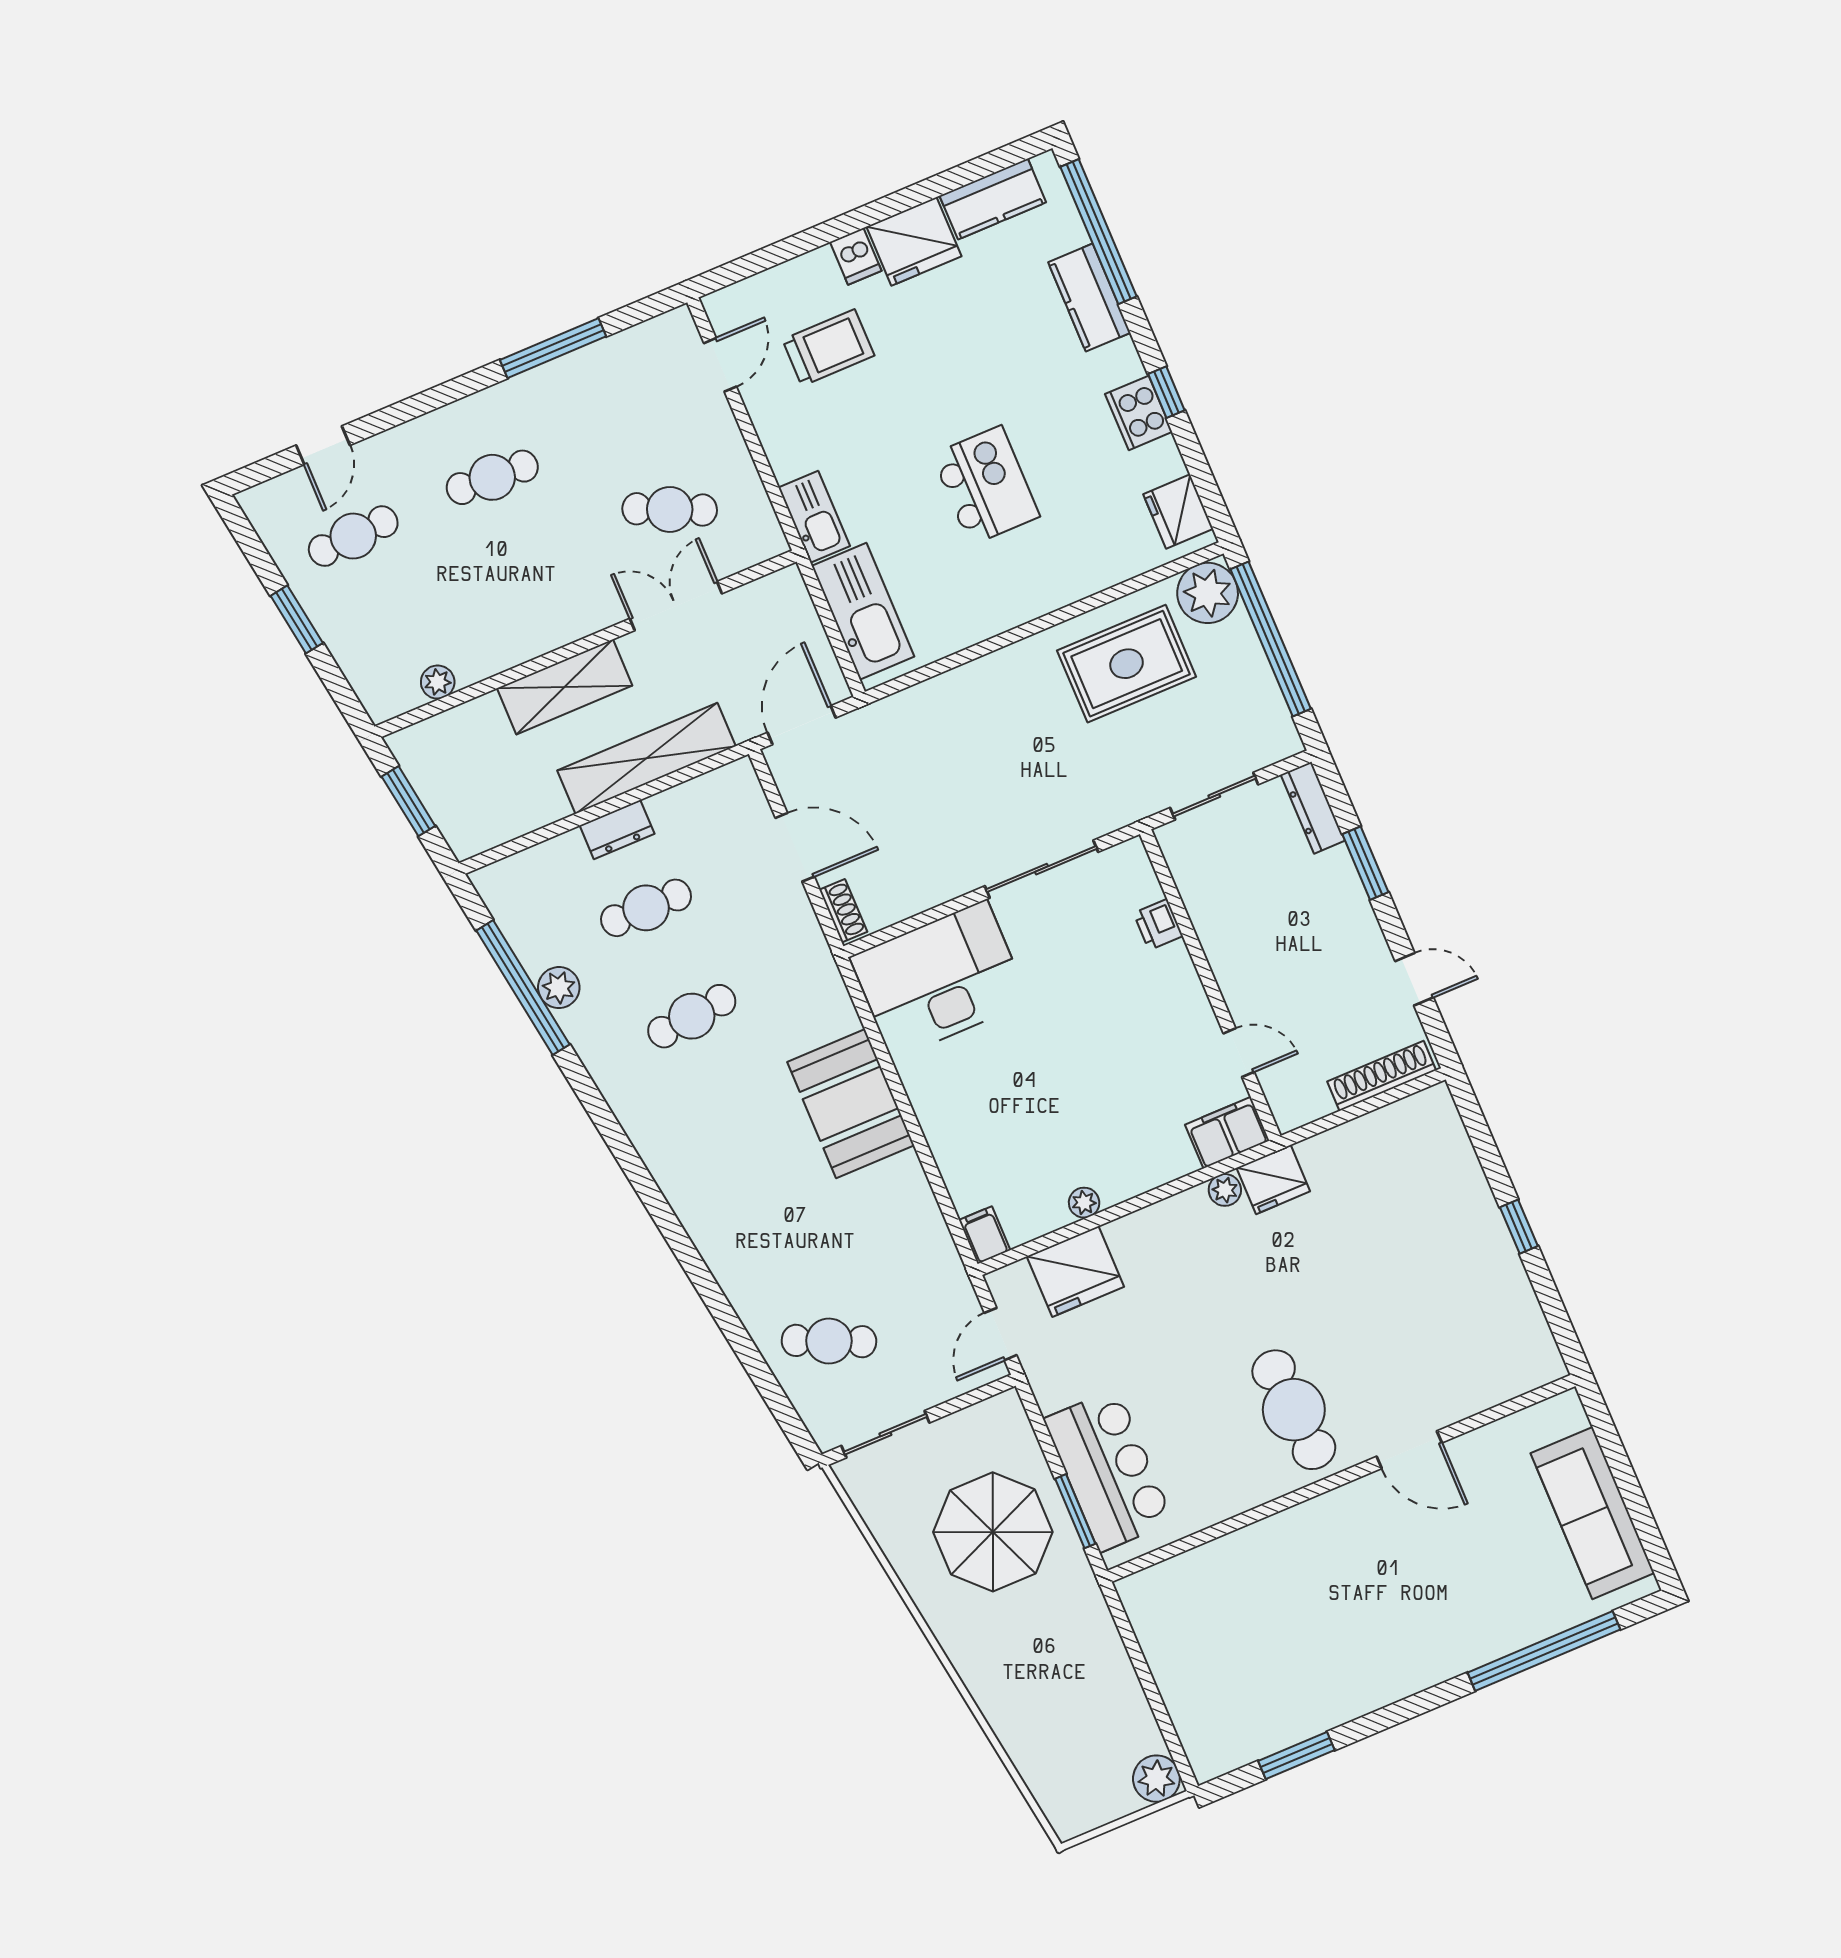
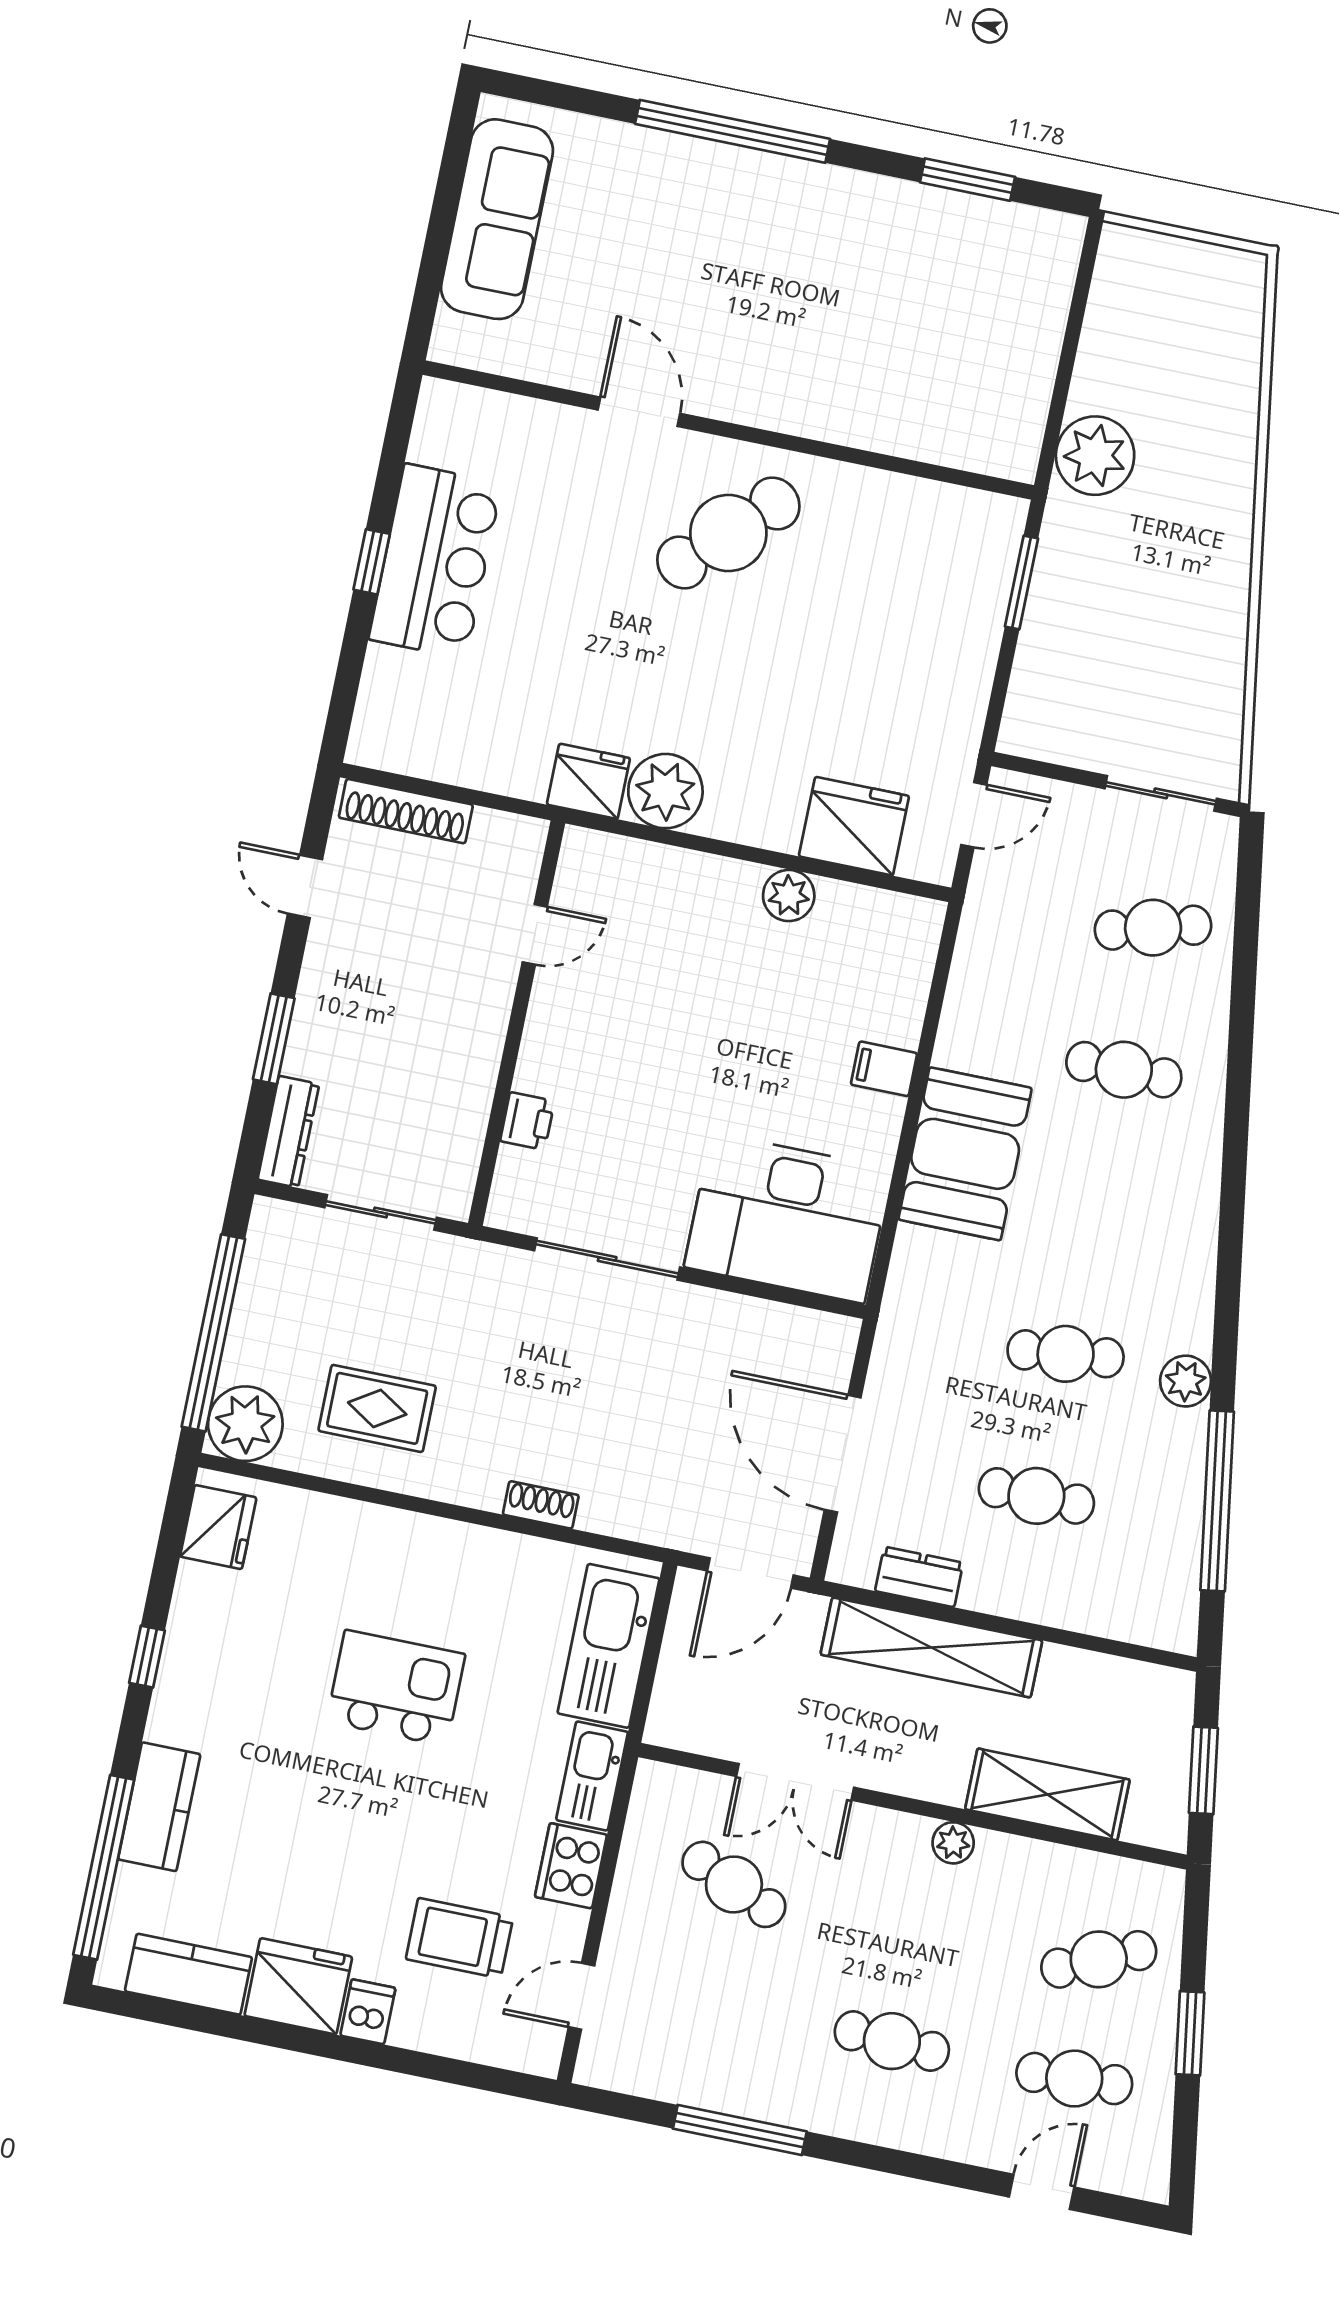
cooker: (1139, 413) -> (571, 1866), moved, turned 180
kitchen island: (986, 486) -> (396, 1688), turned 90
cafe table: (392, 627) -> (1099, 1959), added
rug: (1127, 664) -> (377, 1408), width x0.73, depth x0.70
plant: (438, 682) -> (953, 1843), moved
shelving: (565, 687) -> (1047, 1794), moved
dresser: (617, 830) -> (919, 1577), moved
door: (795, 847) -> (843, 1454), width x1.36
shoe rack: (843, 911) -> (541, 1505), moved, turned 90
plant: (559, 988) -> (1186, 1381), moved
door: (1239, 1053) -> (535, 934), swing flipped
filing cabinet: (1227, 1133) -> (602, 861), removed
plant: (1225, 1190) -> (665, 791), width x1.88, depth x1.88
plant: (1084, 1203) -> (789, 896), width x1.38, depth x1.38
cafe table: (783, 1233) -> (1124, 1070), added
filing cabinet: (985, 1235) -> (884, 1069), moved, turned 90
cafe table: (829, 1341) -> (1153, 928), turned -39
cafe table: (1294, 1410) -> (728, 533), turned 50
bar counter: (1108, 1470) -> (435, 561), moved, turned 180
parasol: (993, 1532) -> (1120, 619), removed
window: (1544, 1651) -> (733, 131), moved
plant: (1156, 1779) -> (1095, 456), moved, width x1.36, depth x1.36

